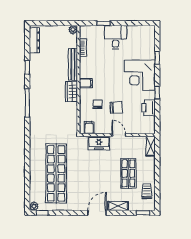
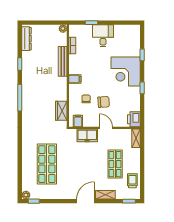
wardrobe: (71, 92) -> (61, 111), moved
printer: (148, 108) -> (134, 119), moved
shop shelf: (56, 173) -> (47, 164), width x0.71

